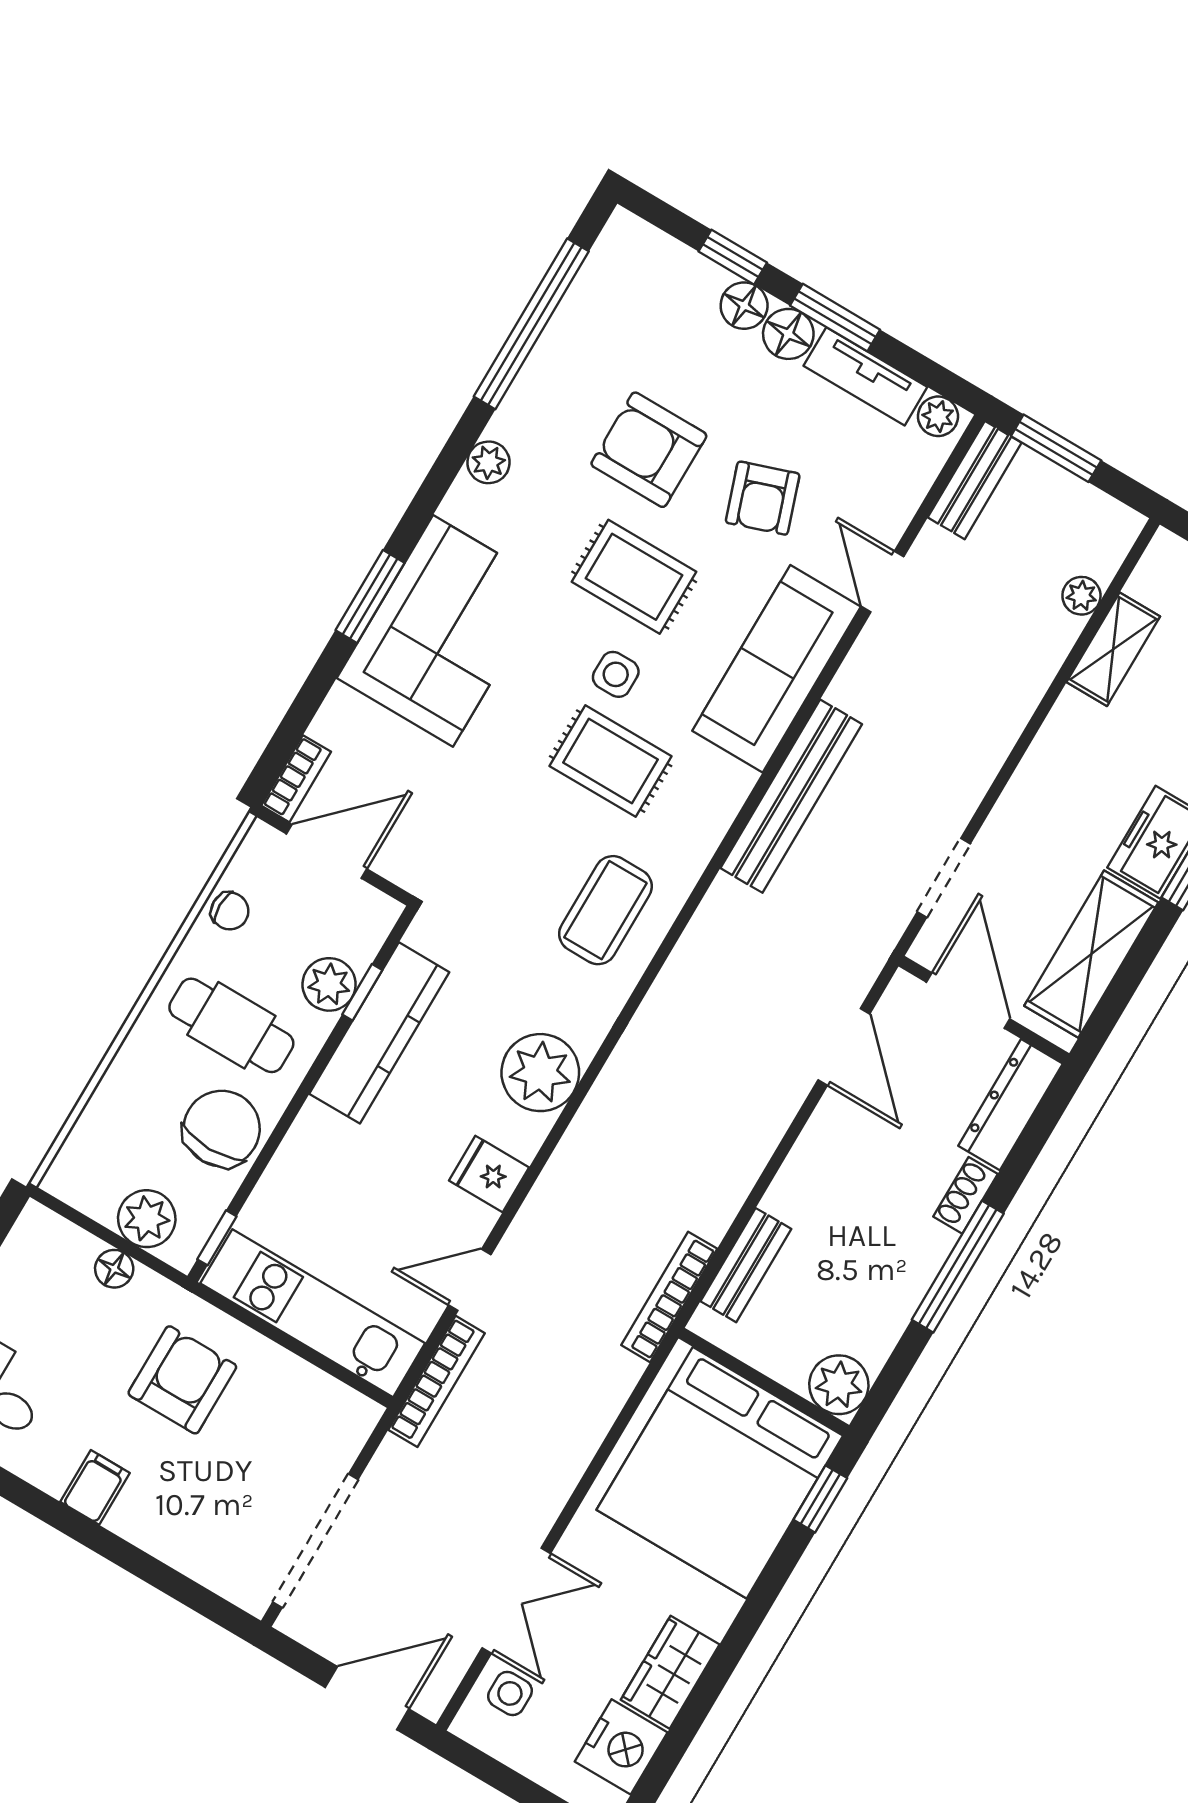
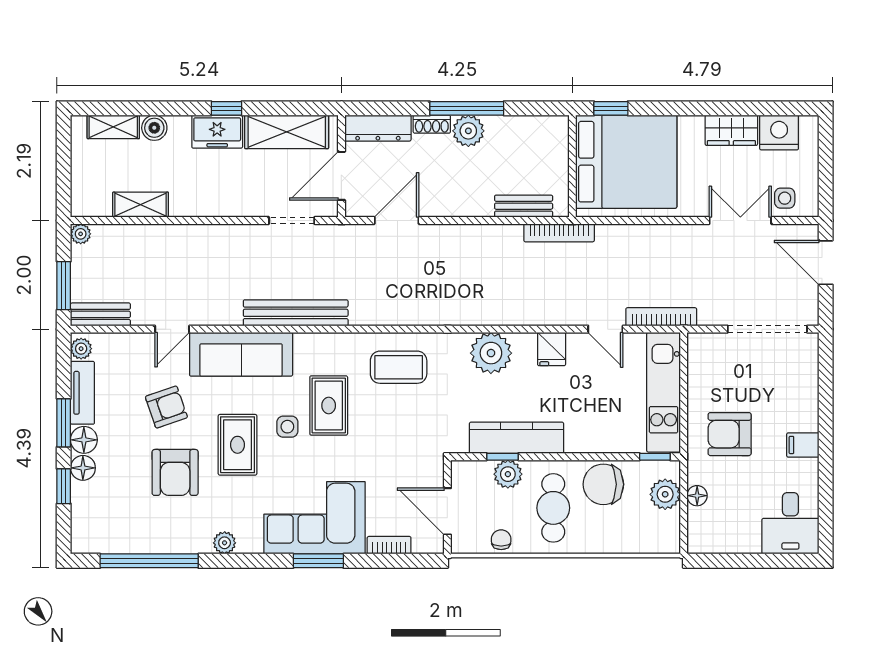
plant: (1081, 596) -> (81, 234), moved
bookcase: (296, 779) -> (389, 545), moved
plant: (839, 1385) -> (468, 131), moved

